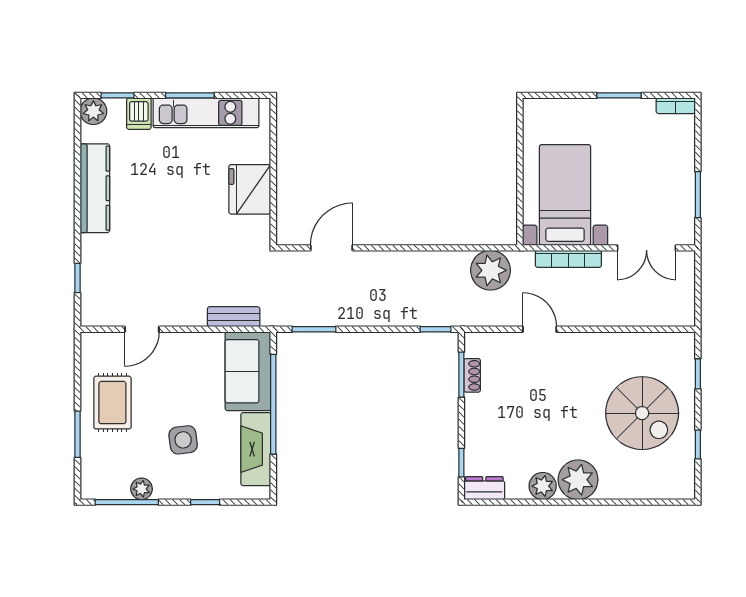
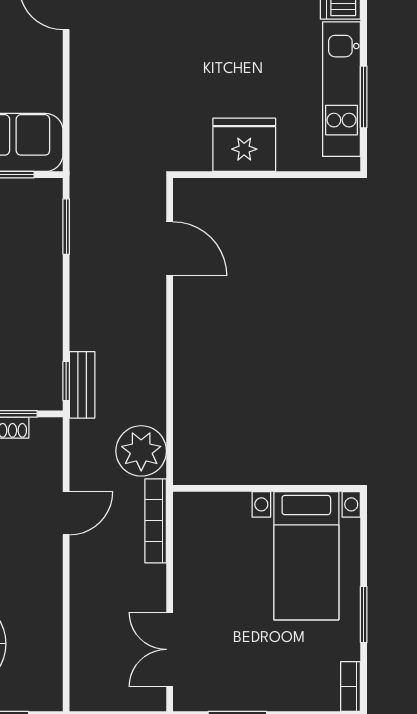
window: (190, 95) -> (364, 97), moved
bed with nightstands: (565, 195) -> (306, 556), moved, turned 90
bookcase: (568, 259) -> (156, 521), moved
bench: (234, 317) -> (82, 385), moved

